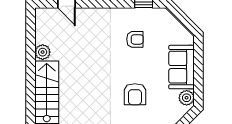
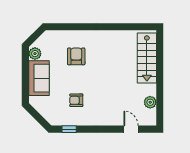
plant: (43, 52) -> (150, 102), moved

